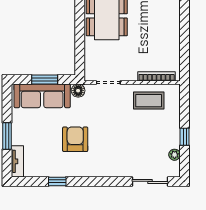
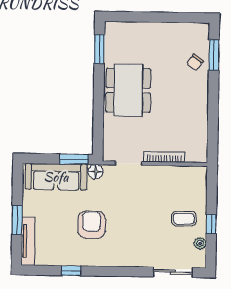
bookcase: (157, 76) -> (164, 157), moved
window: (45, 80) -> (74, 159), moved
coffee table: (149, 101) -> (184, 219), moved, width x0.73, depth x0.77
tv unit: (17, 161) -> (28, 241), width x1.41

